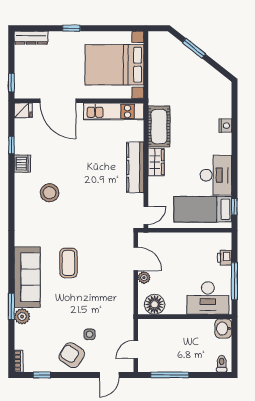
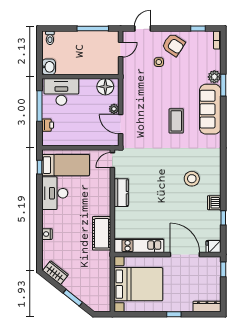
wardrobe: (156, 162) -> (56, 273), moved, turned 128
kitchen counter: (135, 167) -> (121, 193), width x0.67

